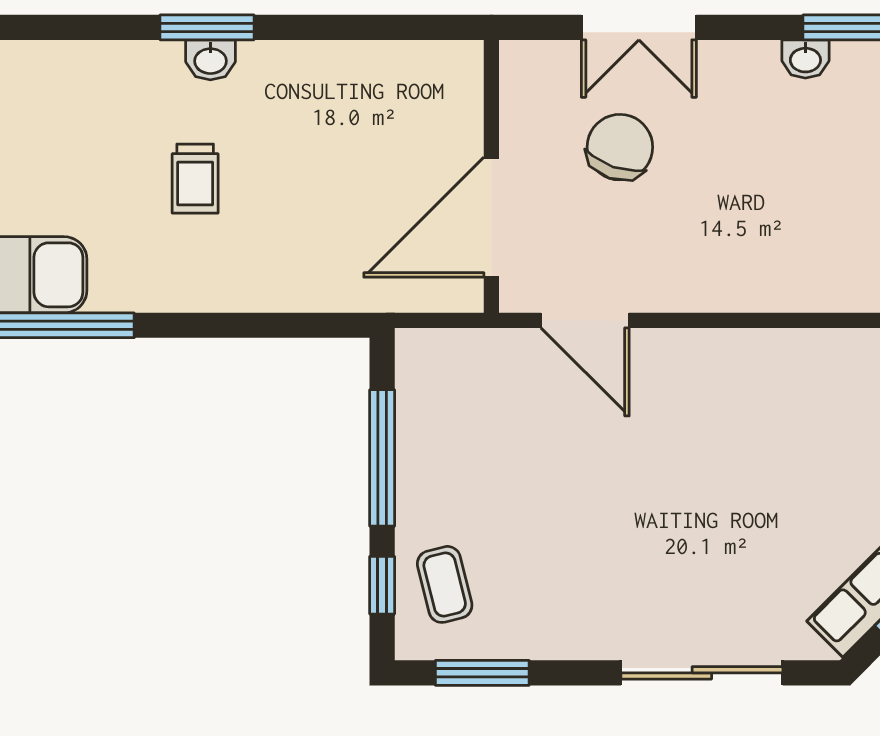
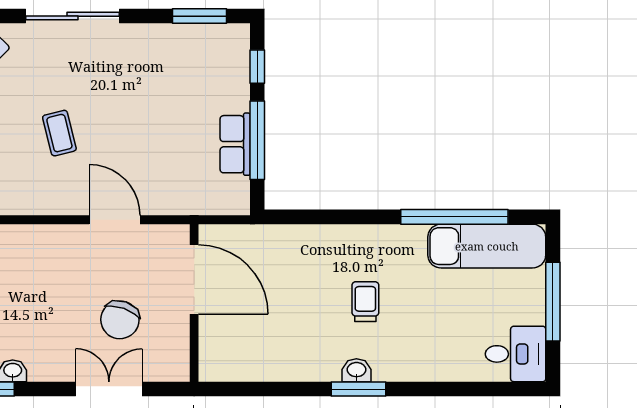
door: (491, 217) -> (194, 279), hinge flipped
door: (585, 320) -> (115, 220), moved
row of seats: (420, 451) -> (235, 144), added
coffee table: (445, 584) -> (59, 133), moved

